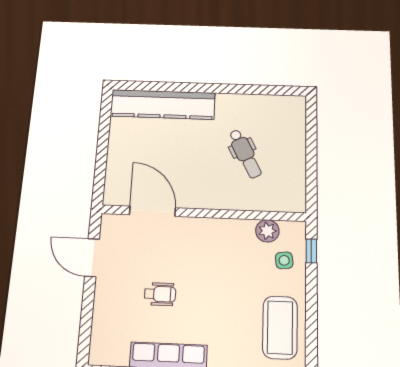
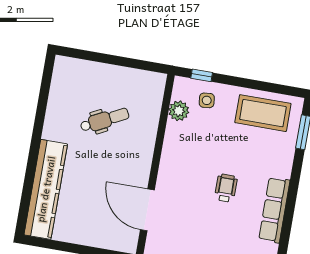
door: (152, 211) -> (147, 210), hinge flipped
wheelchair: (160, 294) -> (226, 188), moved

